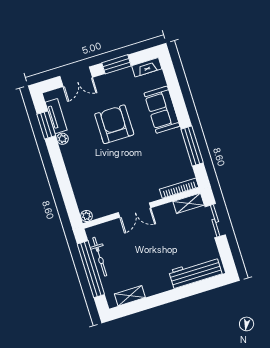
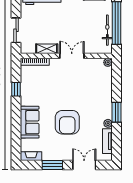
window: (46, 125) -> (116, 112), moved
window: (192, 146) -> (16, 89), width x0.46
shelving: (189, 203) -> (47, 49), moved

